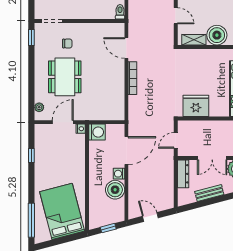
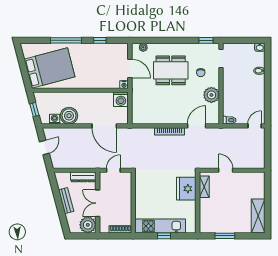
door: (176, 16) -> (226, 170), swing flipped
plant: (92, 32) -> (211, 95), added
boiler: (217, 35) -> (208, 207), removed
fridge: (196, 106) -> (186, 189), moved, turned 180
door: (176, 140) -> (113, 170), hinge flipped
washing machine: (119, 174) -> (55, 119), moved
window: (31, 220) -> (66, 40), moved

